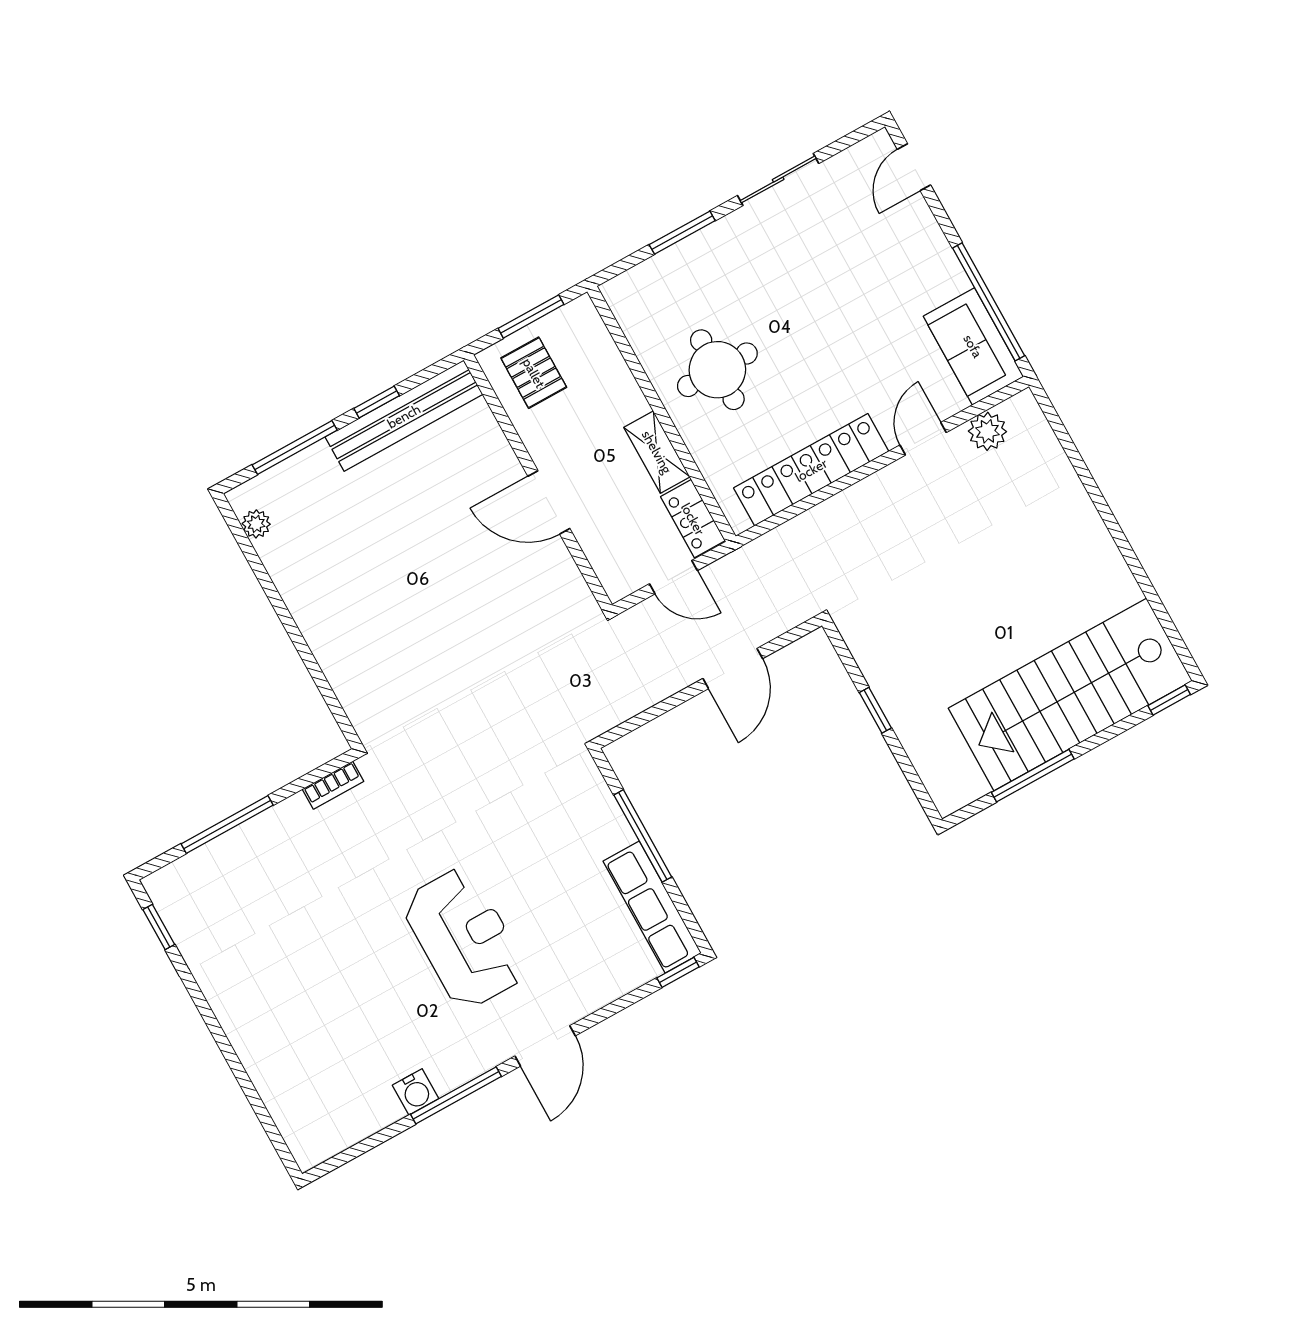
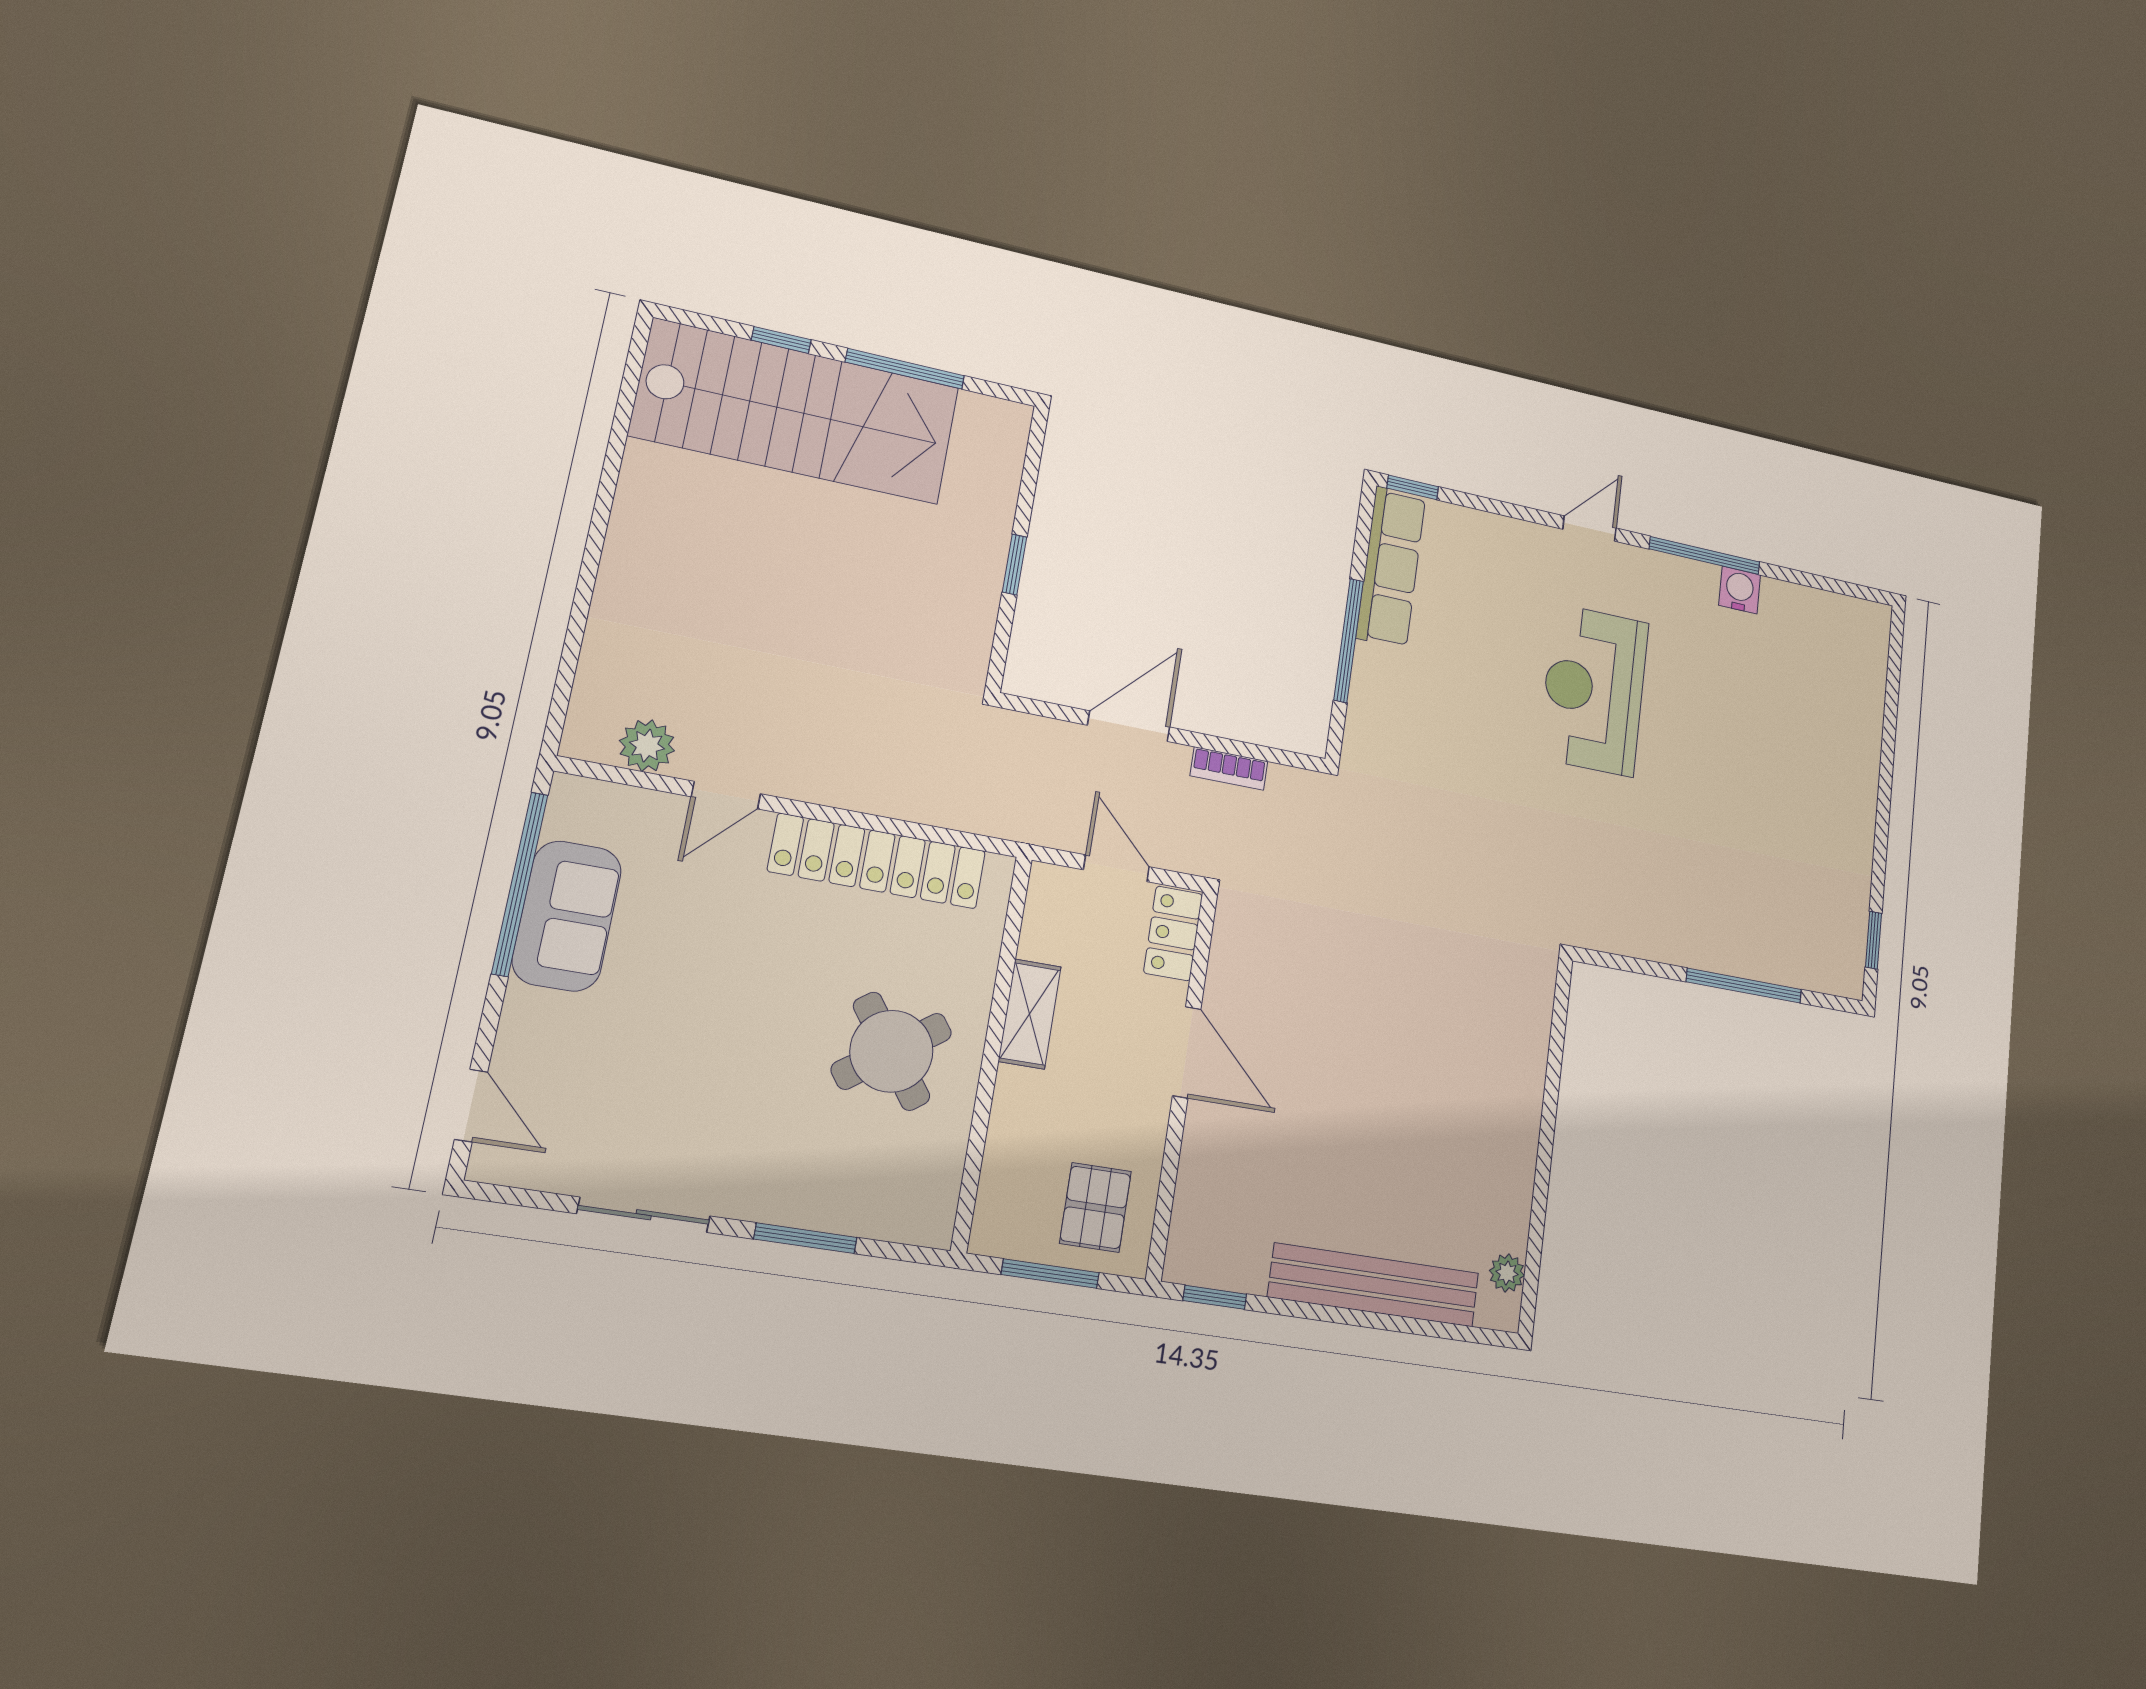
door: (914, 167) -> (471, 1106), hinge flipped
sofa: (973, 346) -> (567, 916), moved
round table: (717, 370) -> (891, 1051), turned -36
window: (377, 402) -> (1215, 1297), moved
bench: (404, 416) -> (1374, 1285), moved
window: (295, 447) -> (1410, 1326), removed
locker: (693, 519) -> (1173, 933), moved, turned 180
window: (1169, 700) -> (781, 340), moved
bookcase: (333, 785) -> (1229, 768), moved, turned 180
door: (545, 1046) -> (1590, 529), width x0.73

